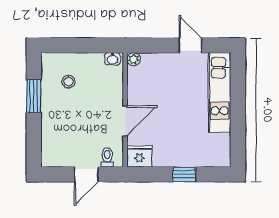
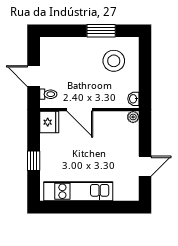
stool: (69, 82) -> (114, 61), width x1.89, depth x1.89
kitchen unit: (219, 92) -> (78, 191), moved

